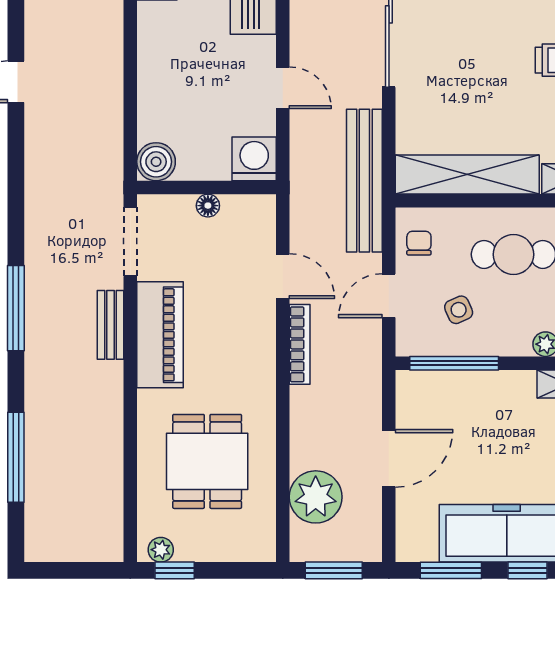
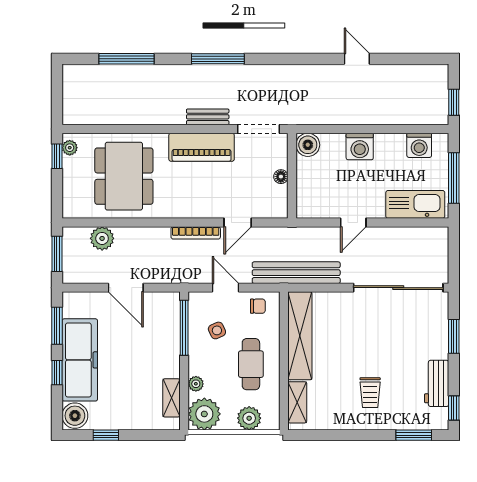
washing machine: (254, 159) -> (360, 147), moved, turned 90
dining table: (207, 461) -> (124, 176), width x1.38
plant: (316, 497) -> (102, 238), width x0.73, depth x0.73

